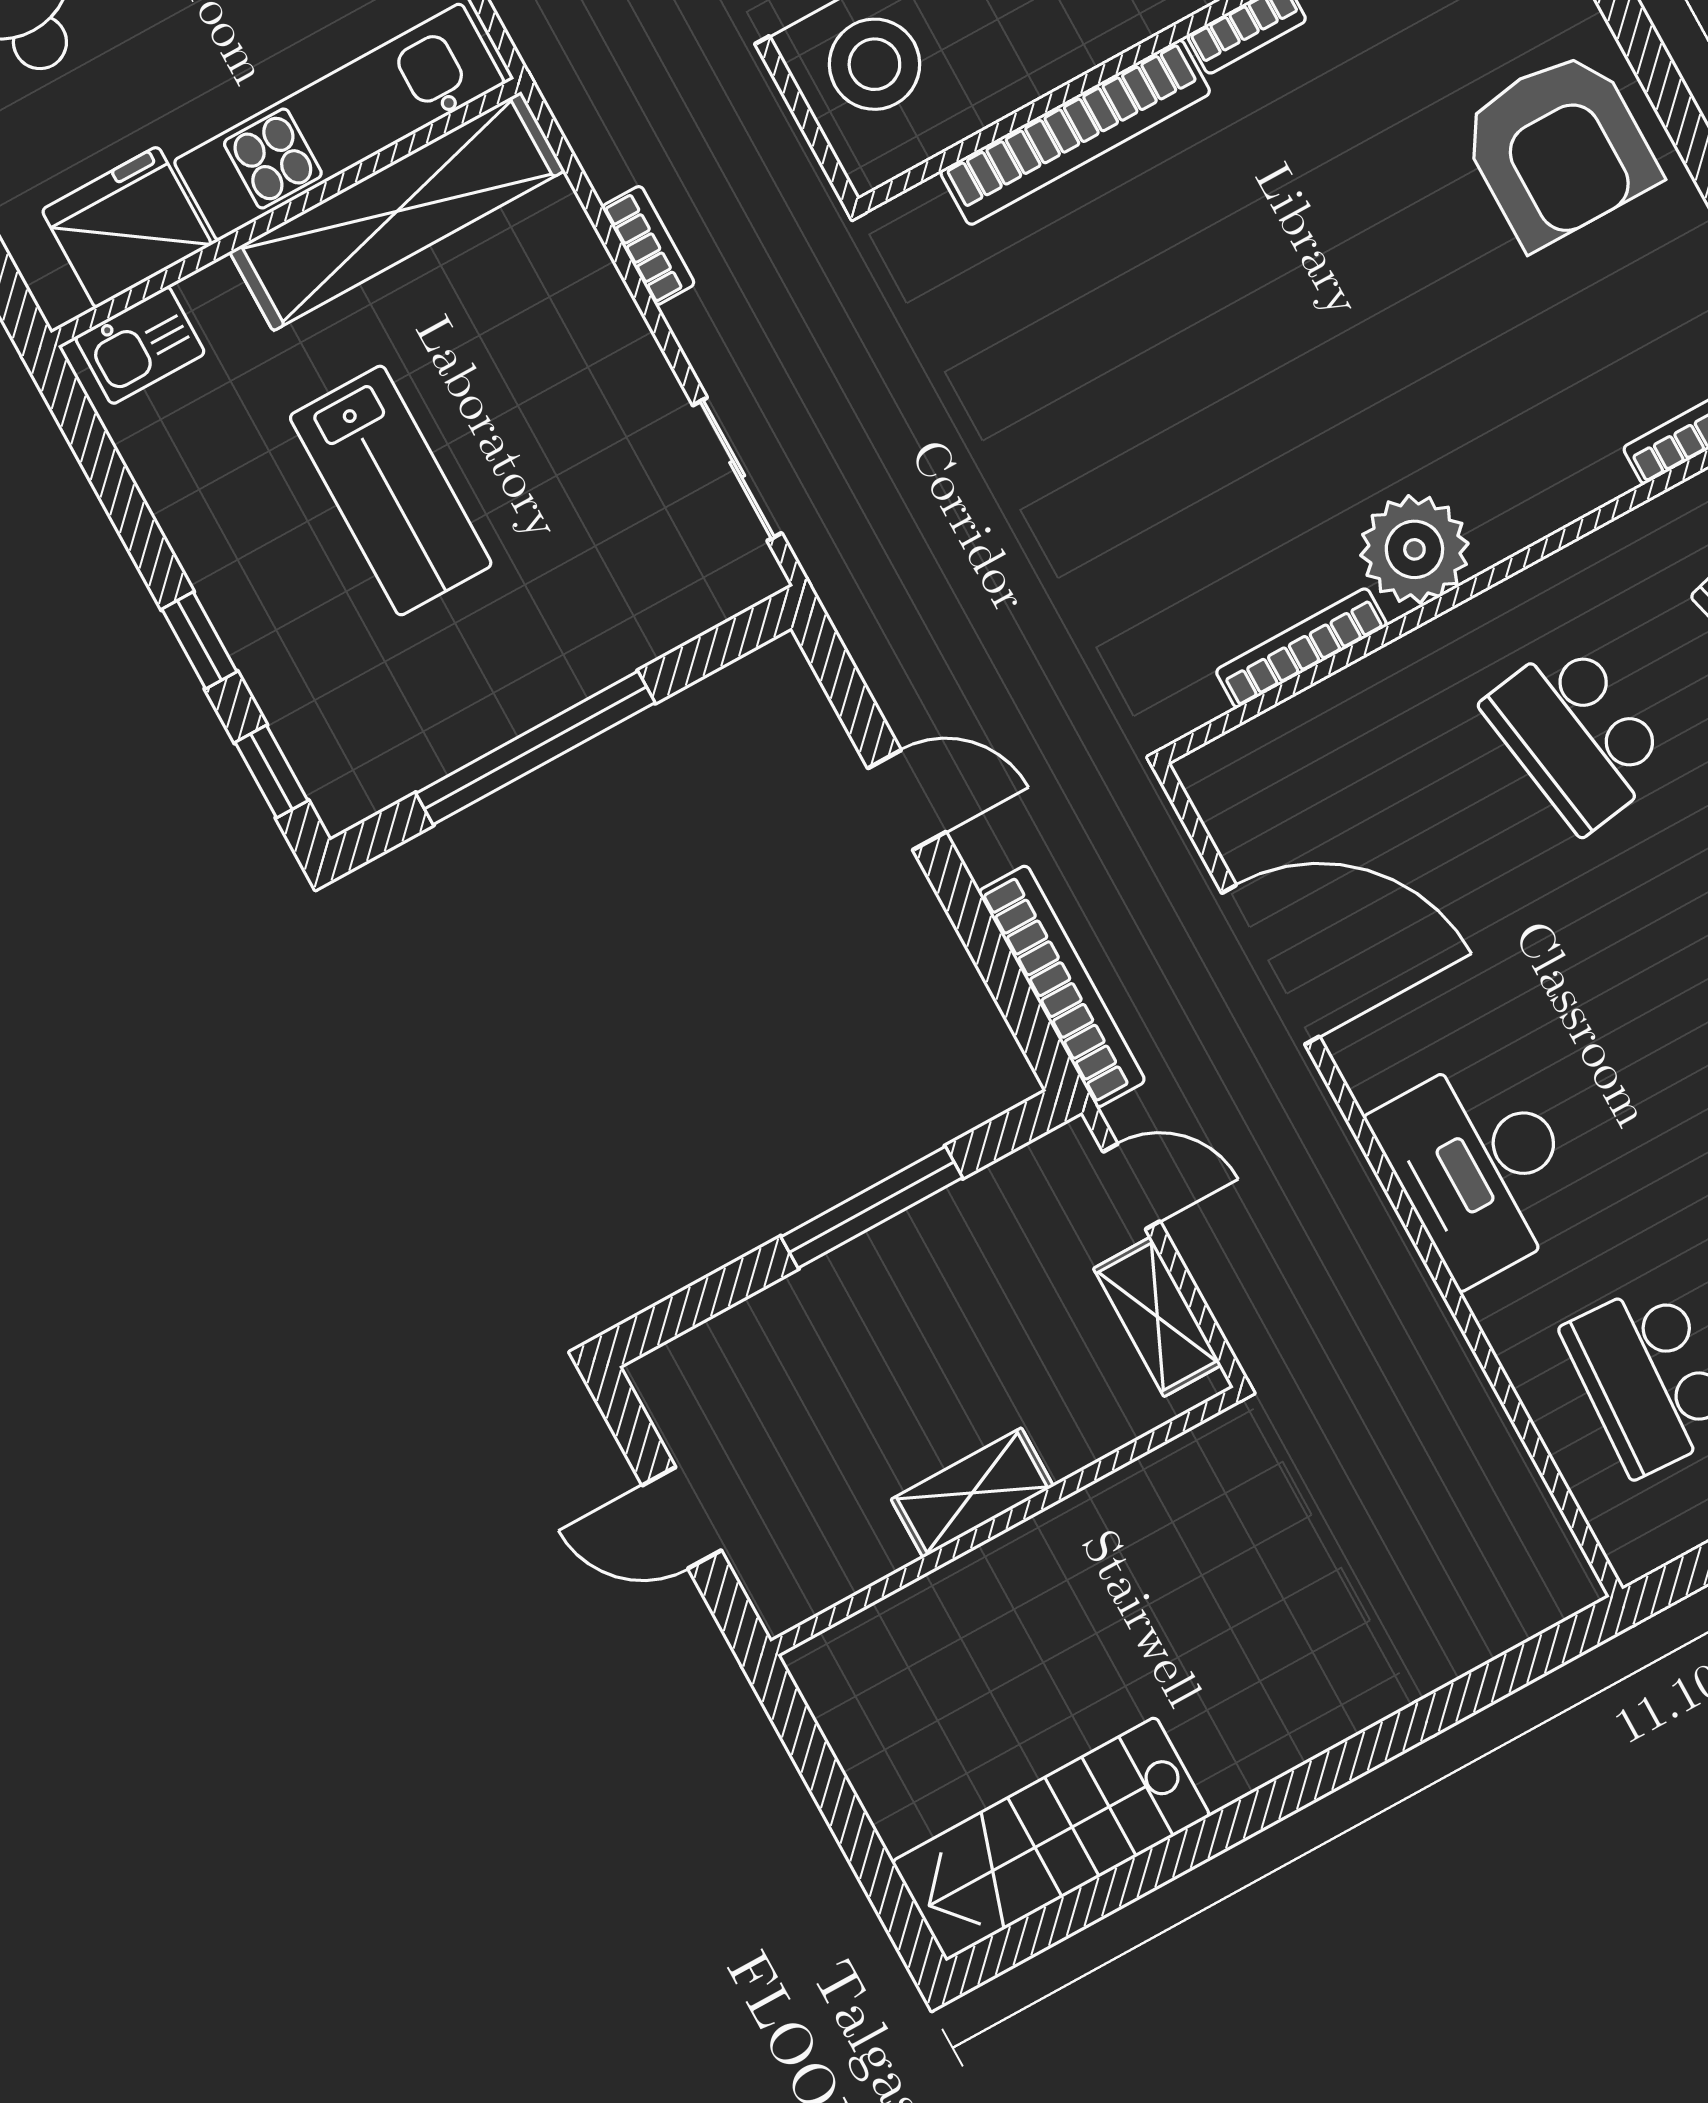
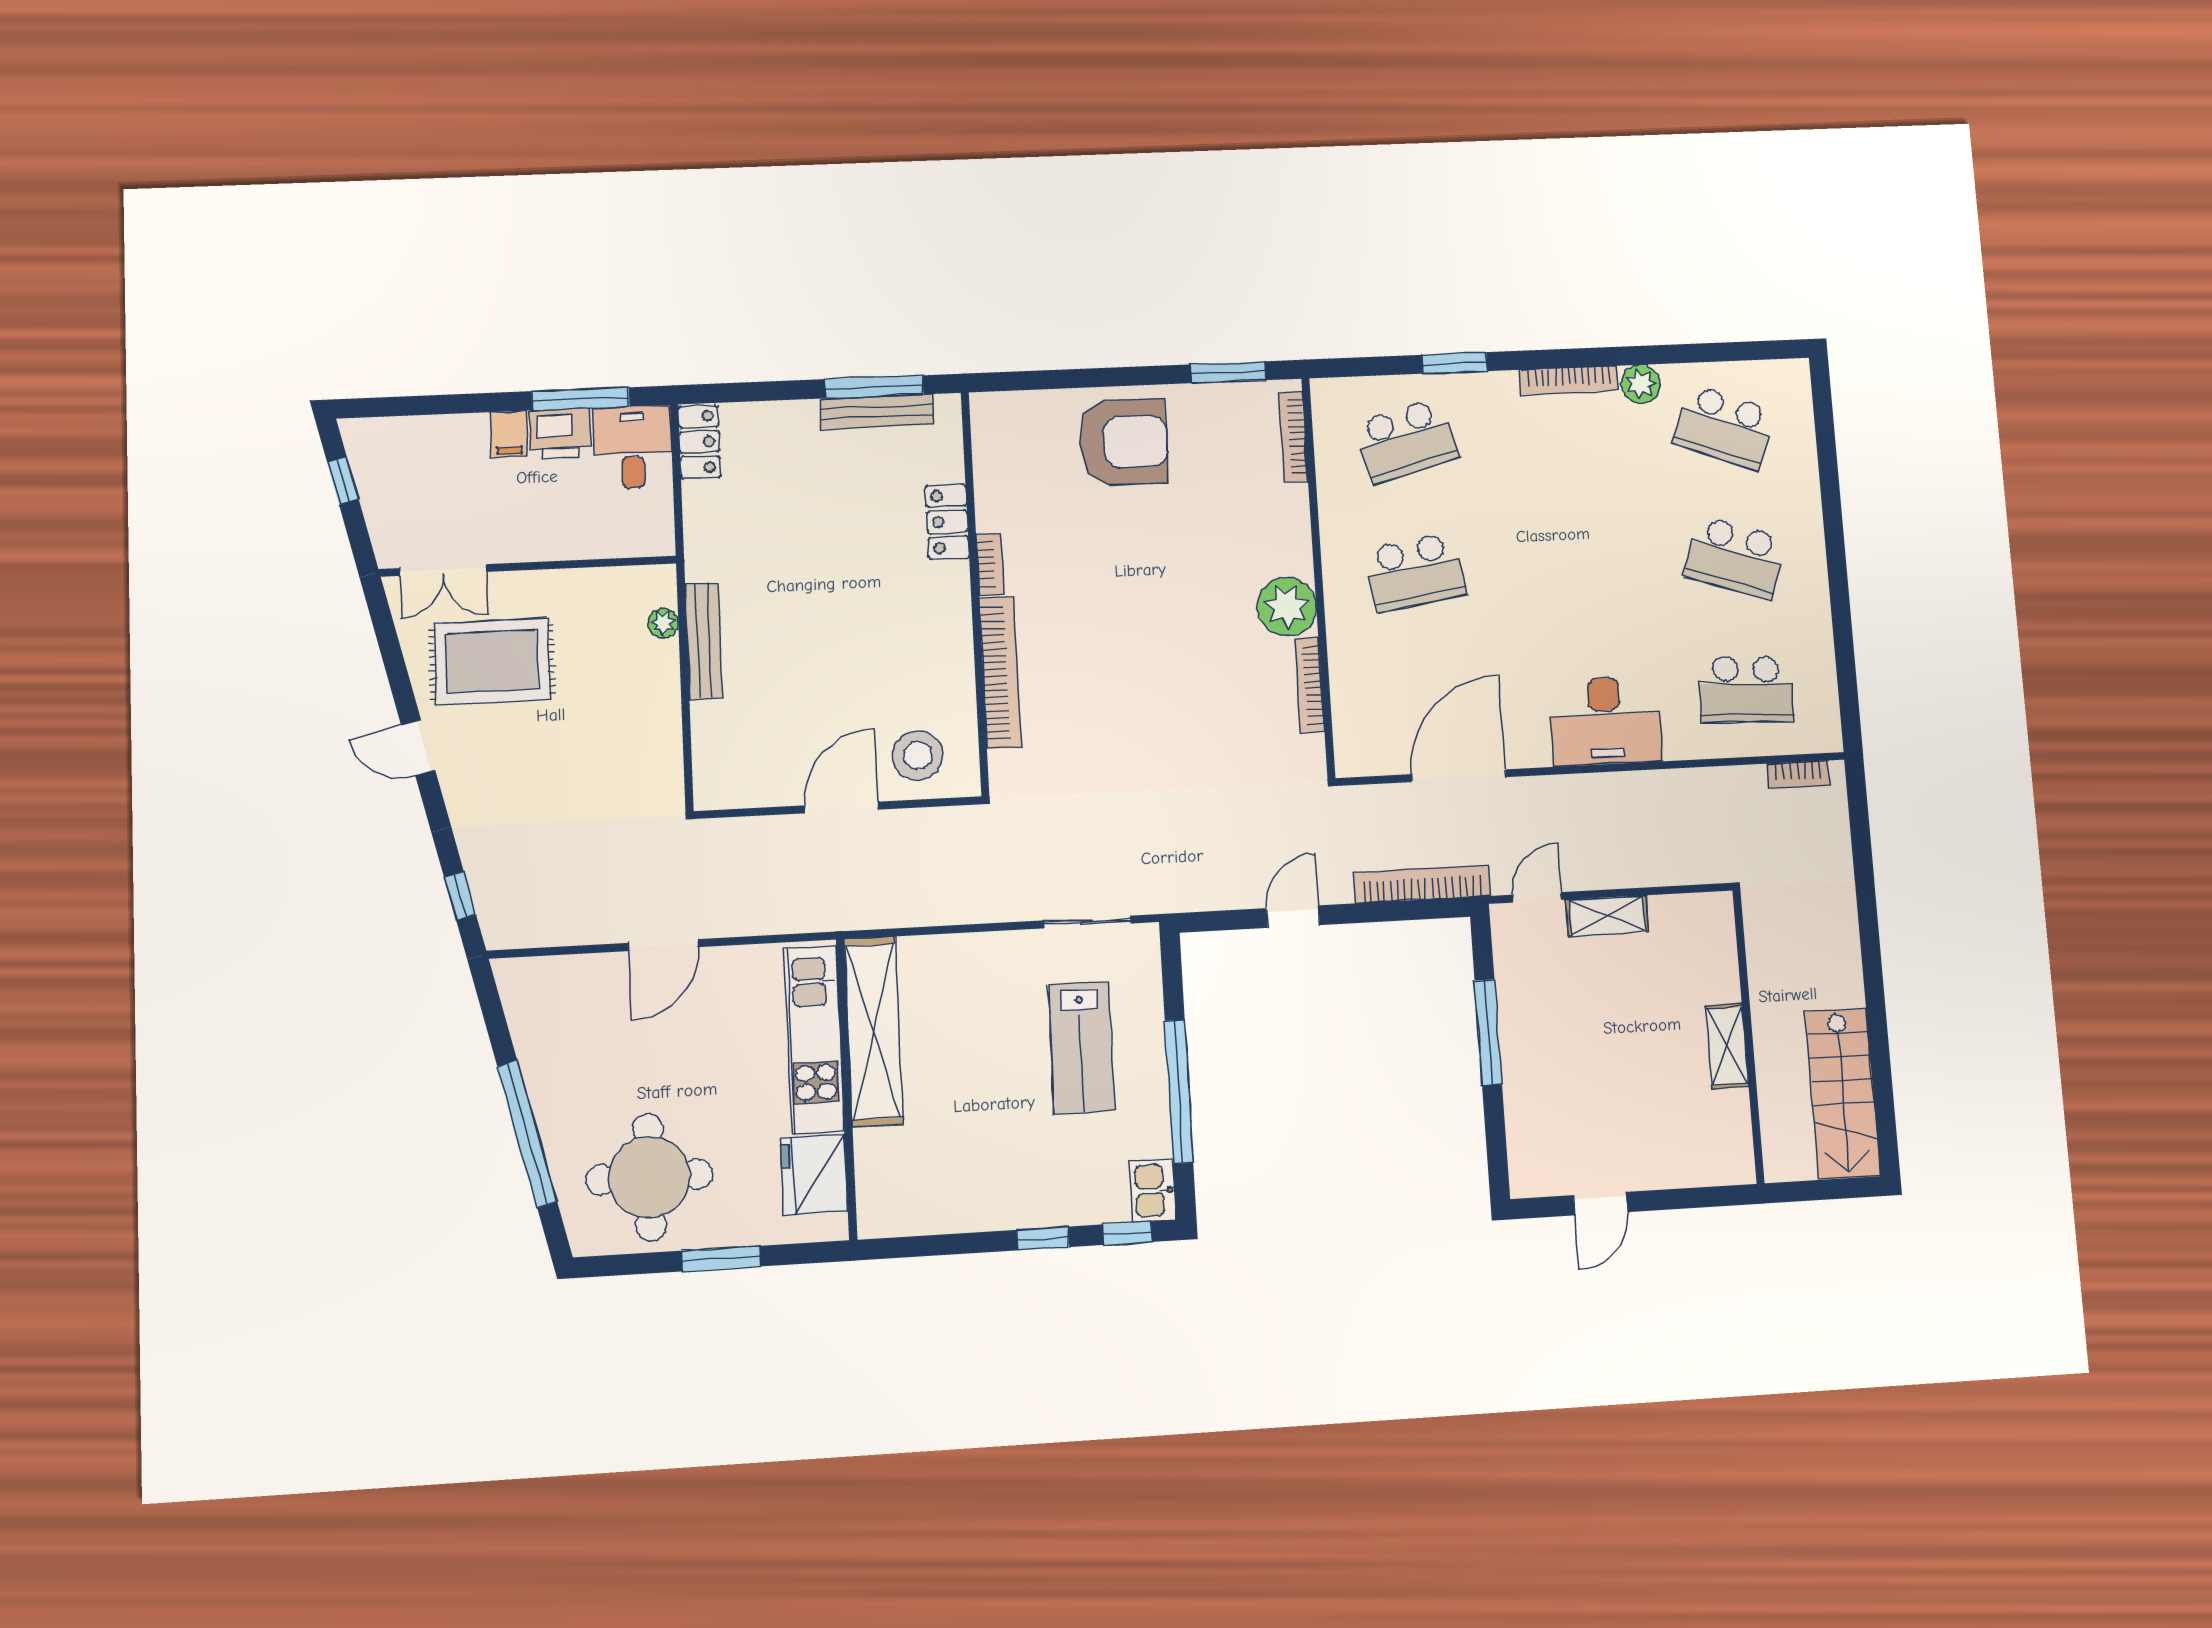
bookcase: (648, 245) -> (1798, 774), moved, turned 180
kitchen sink: (140, 345) -> (1153, 1191), moved, turned 180
lab bench: (391, 490) -> (1082, 1048), moved, turned 90
shelving: (972, 1493) -> (1727, 1046), moved
wall: (1006, 1521) -> (1748, 1036), moved

